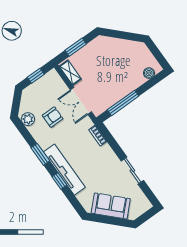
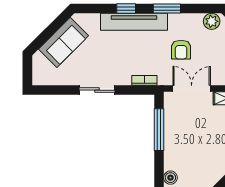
armchair: (53, 117) -> (181, 50), moved
sliding door: (132, 171) -> (97, 90), moved

